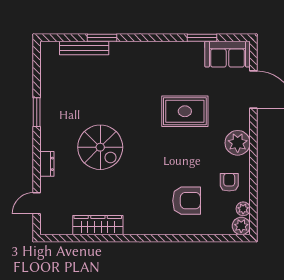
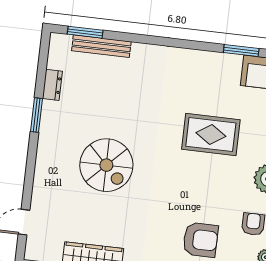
window: (102, 38) -> (85, 32), moved
dresser: (47, 164) -> (52, 85), moved

